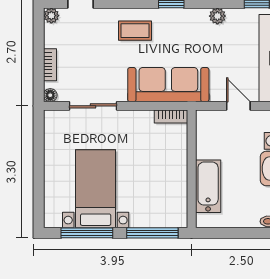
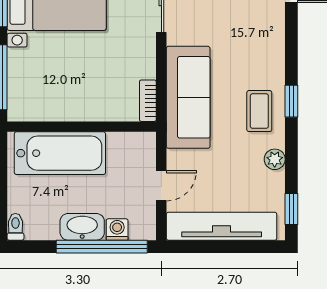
coffee table: (135, 31) -> (259, 111), moved
bathtub: (208, 186) -> (60, 153), width x1.36, depth x1.36

